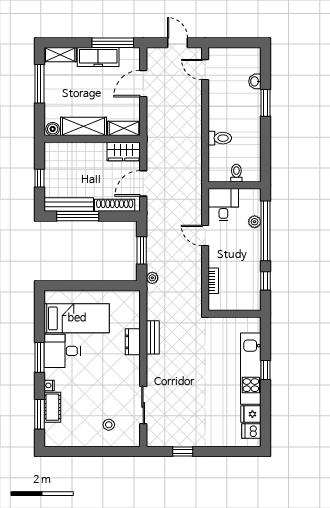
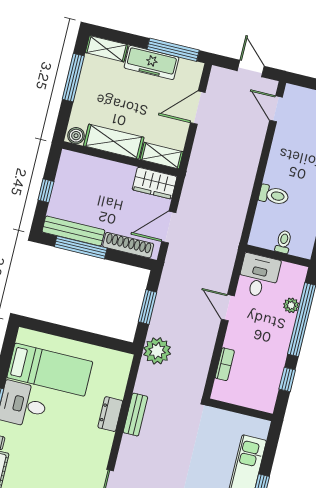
plant: (152, 278) -> (157, 351), width x1.88, depth x1.88

